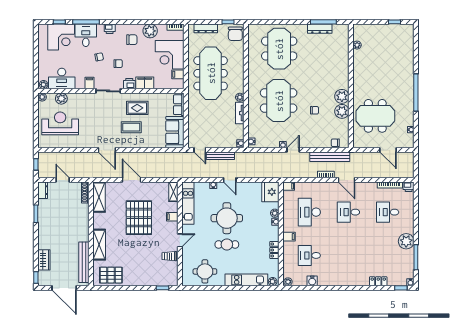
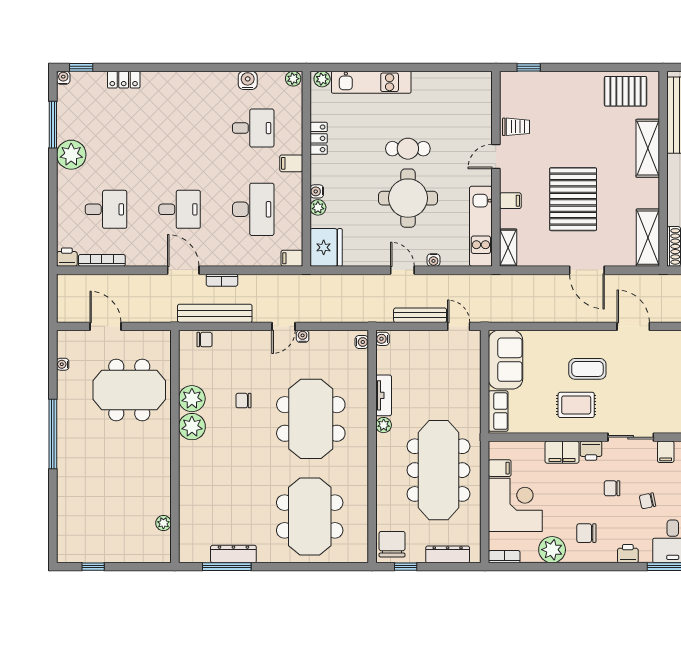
round table: (205, 271) -> (449, 98), removed

